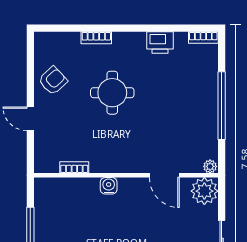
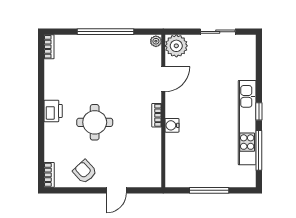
bookcase: (96, 38) -> (49, 175), moved
printer: (160, 43) -> (53, 111), moved
bookcase: (74, 167) -> (157, 115), moved

